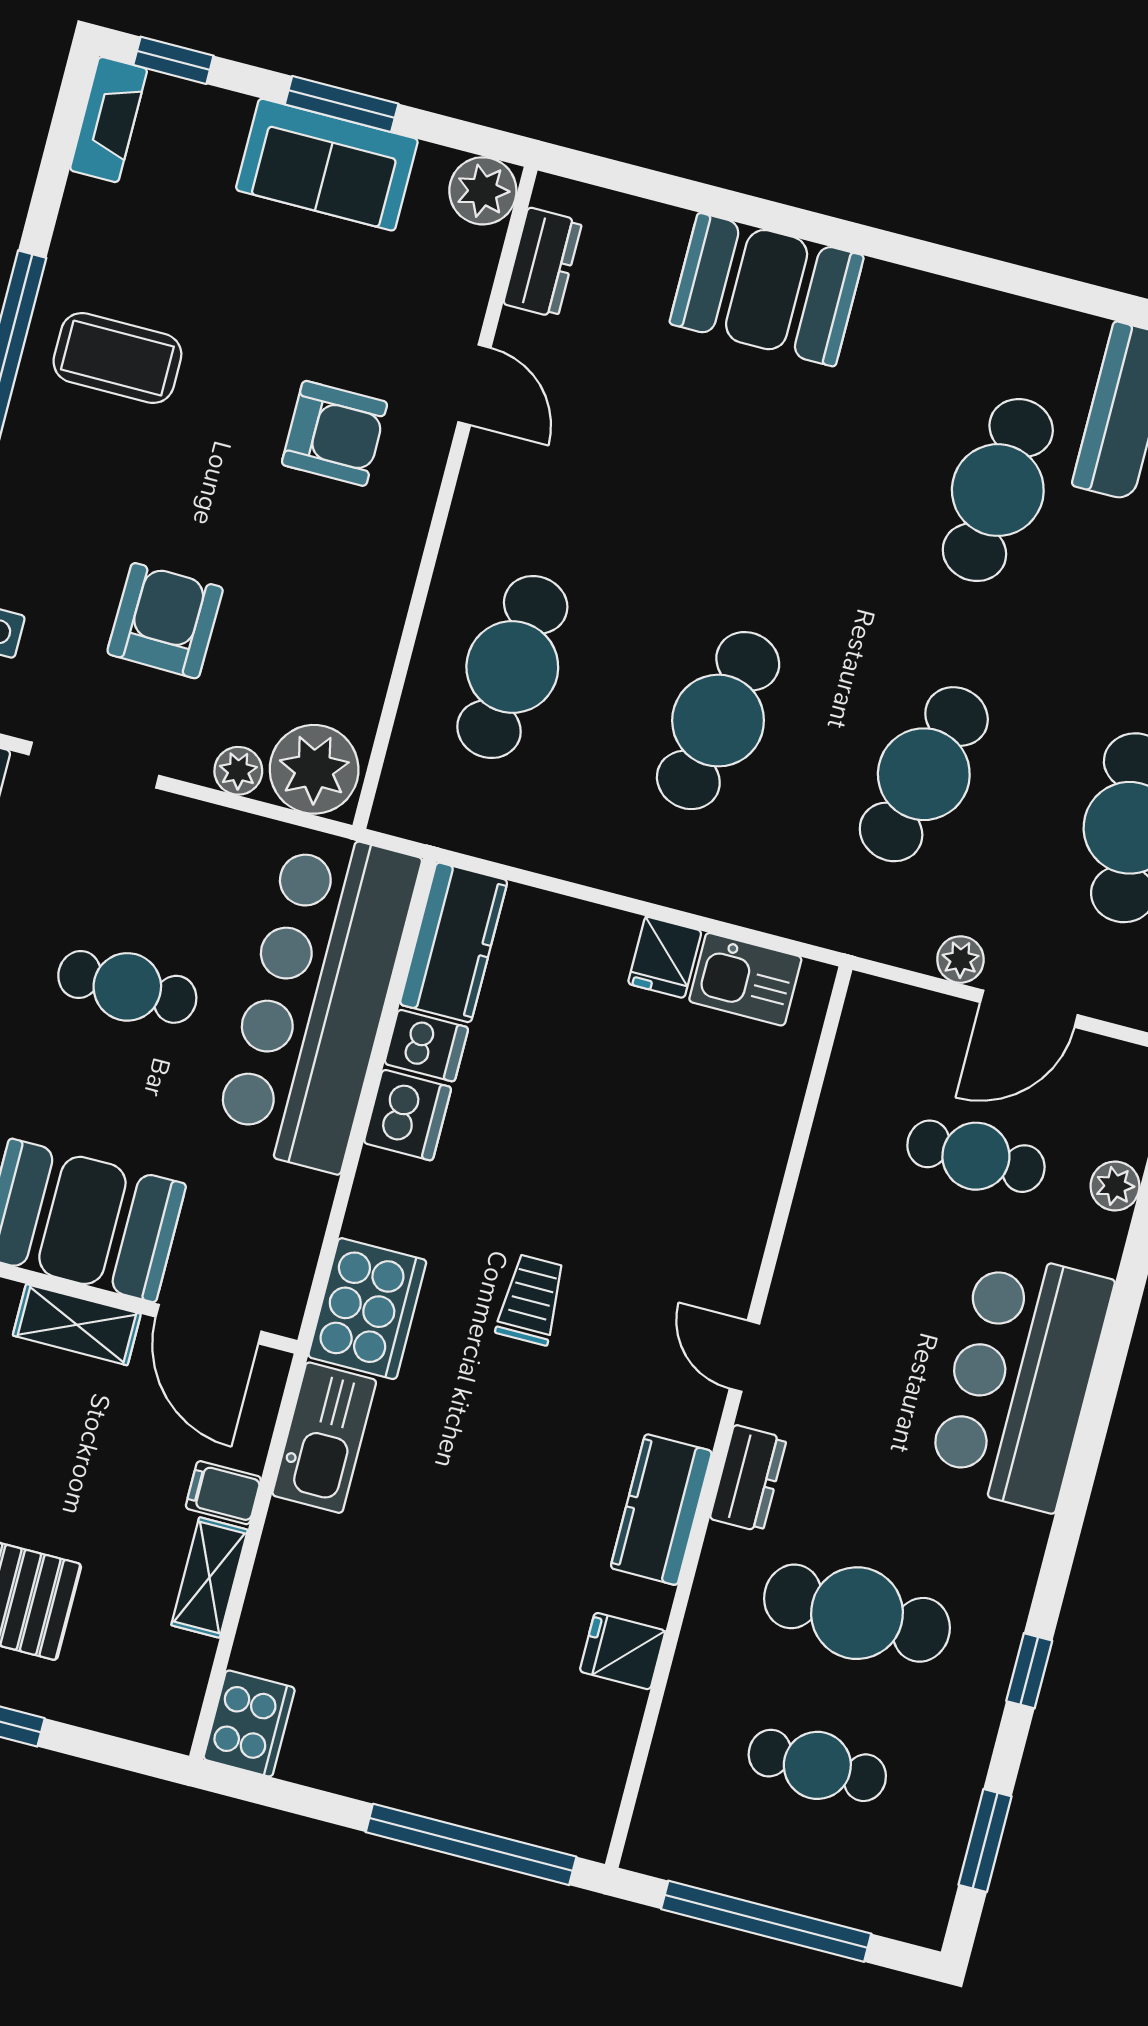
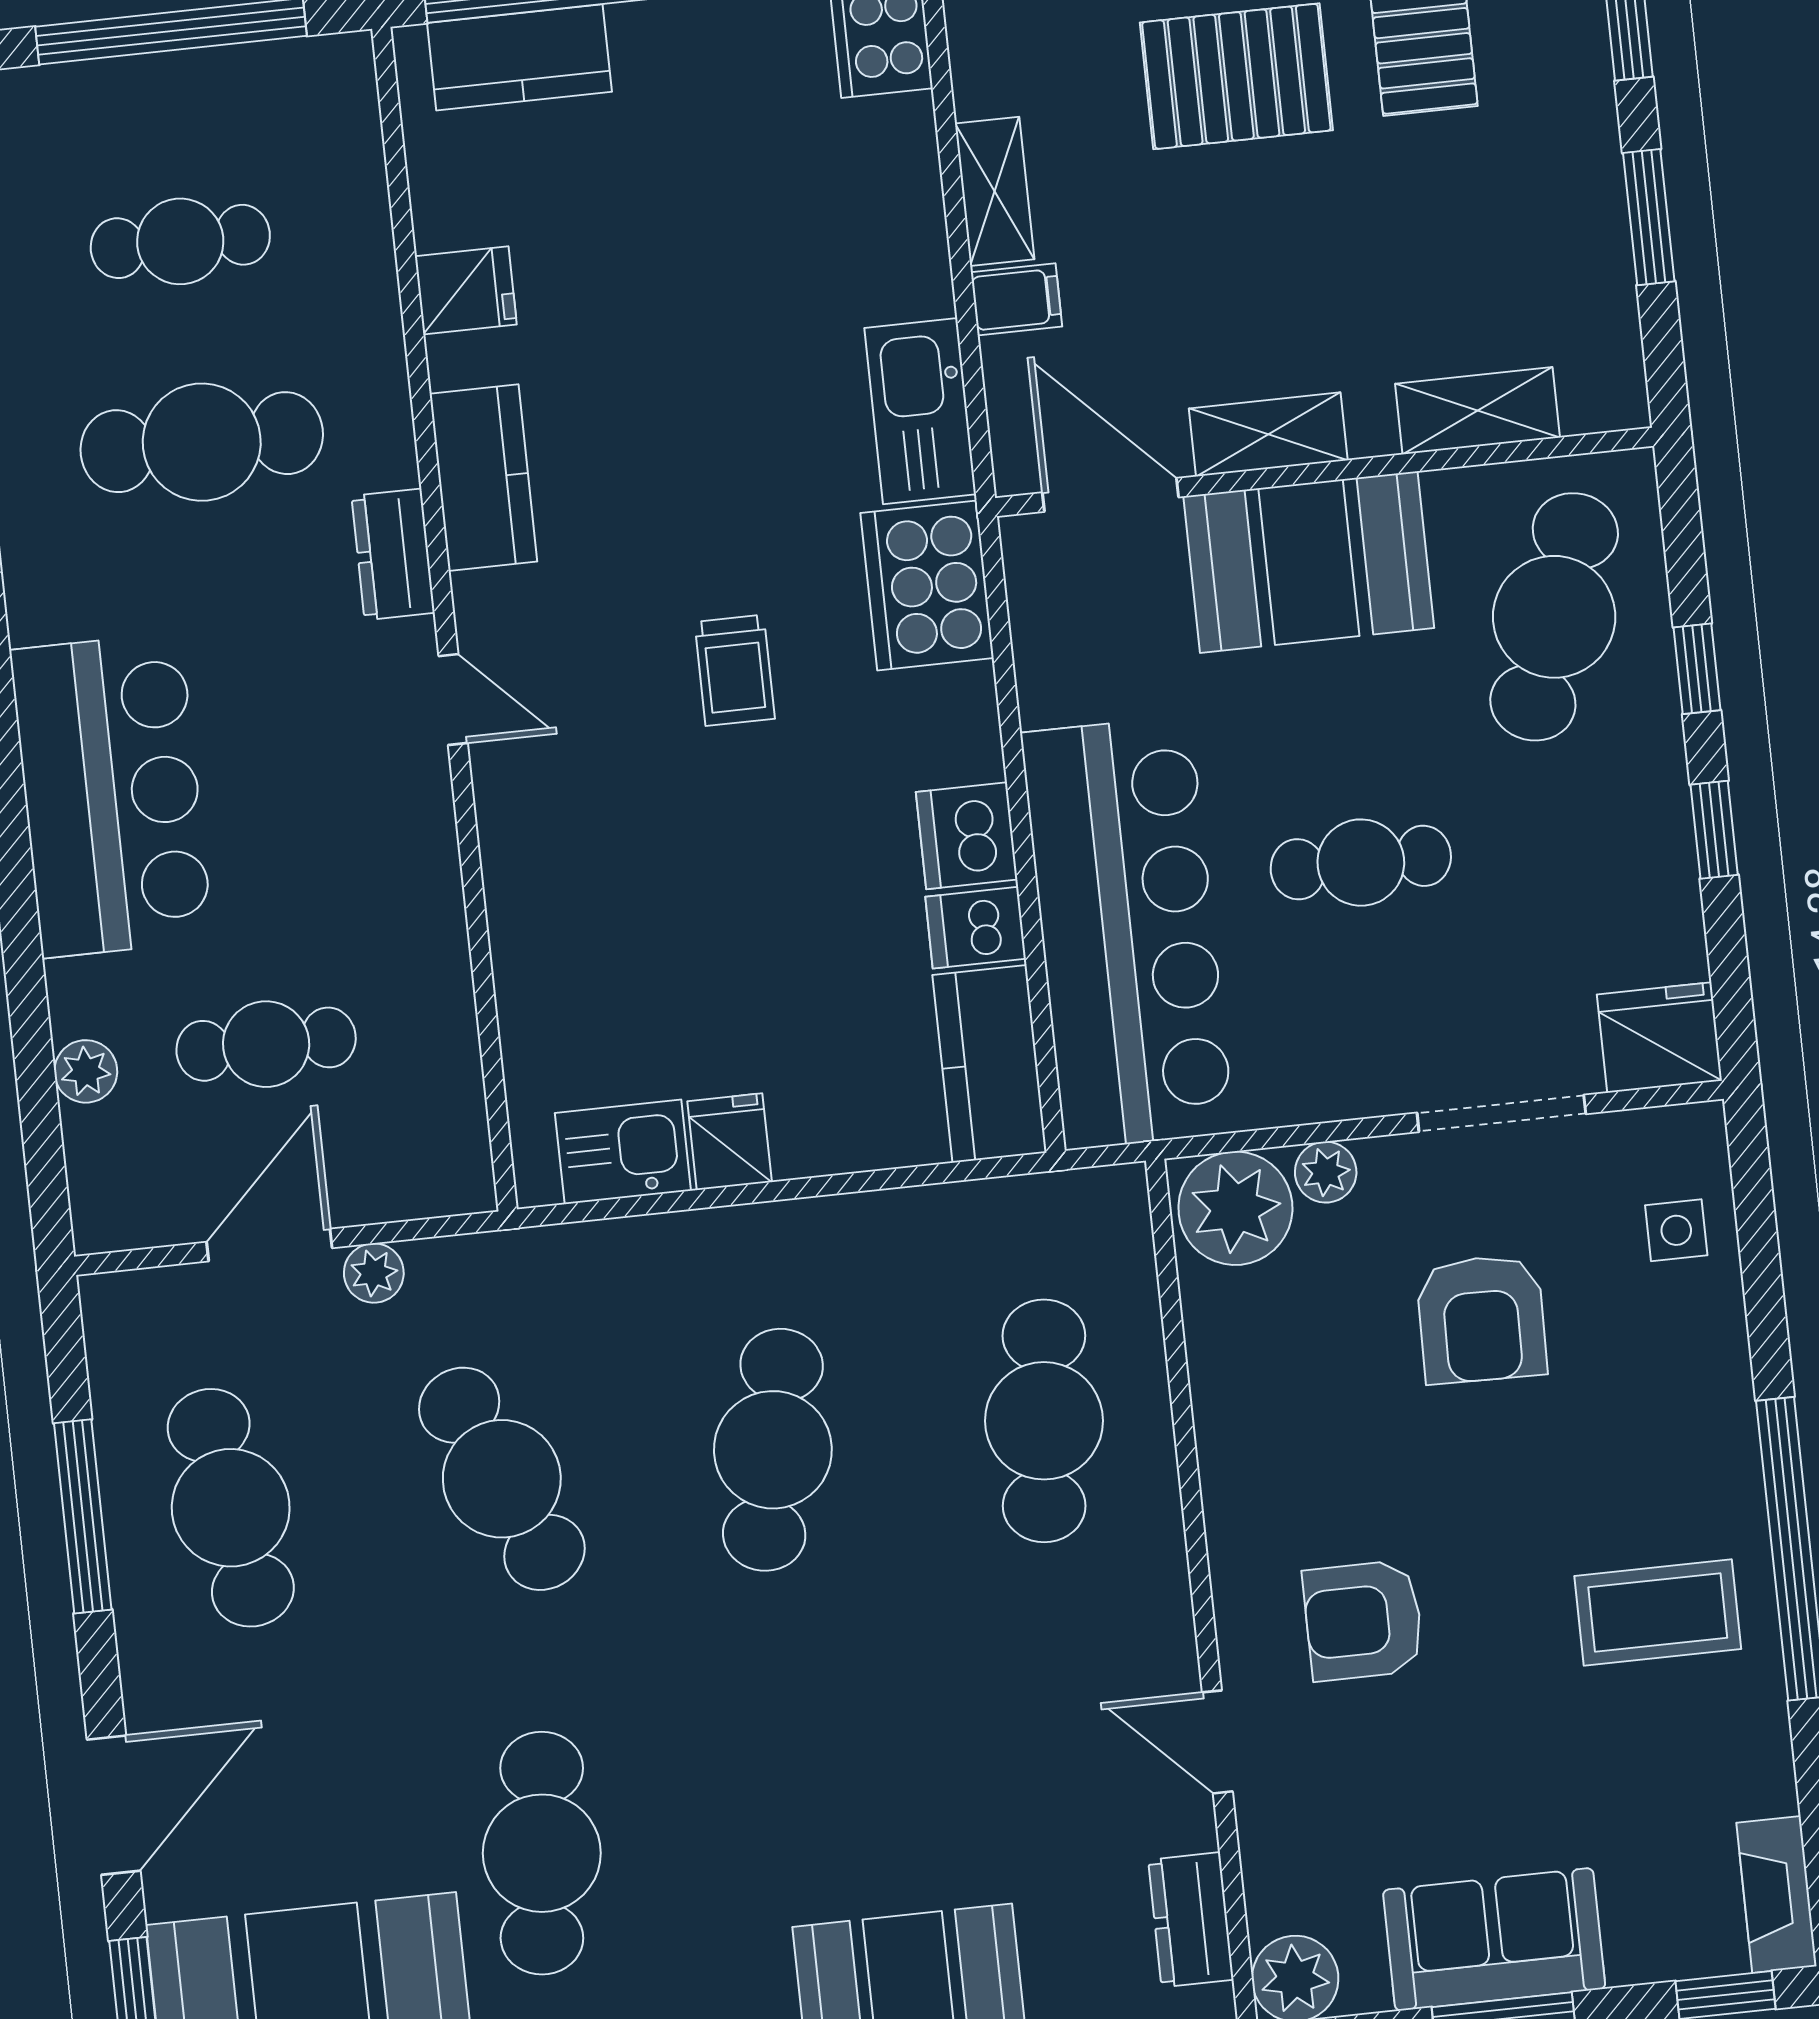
cafe table: (924, 774) -> (502, 1479), turned -39
kitchen counter: (519, 1806) -> (519, 57), added

